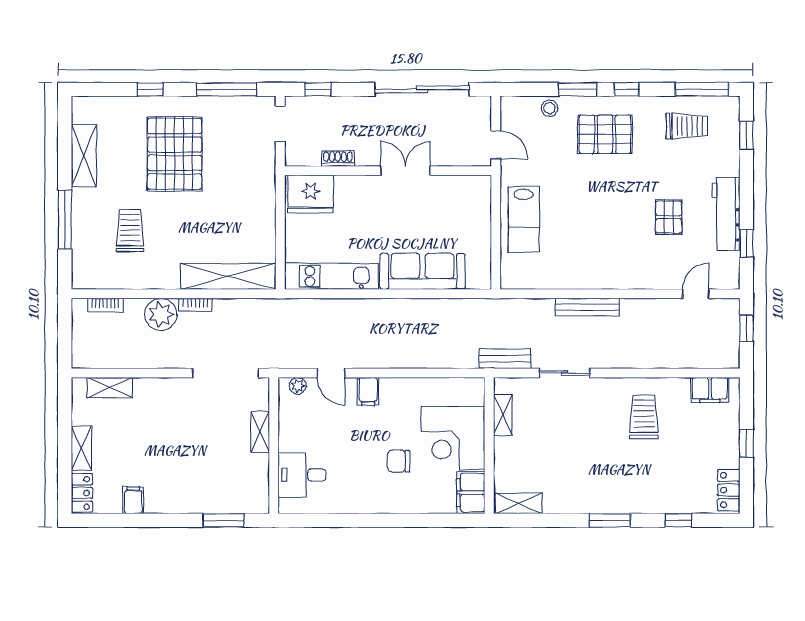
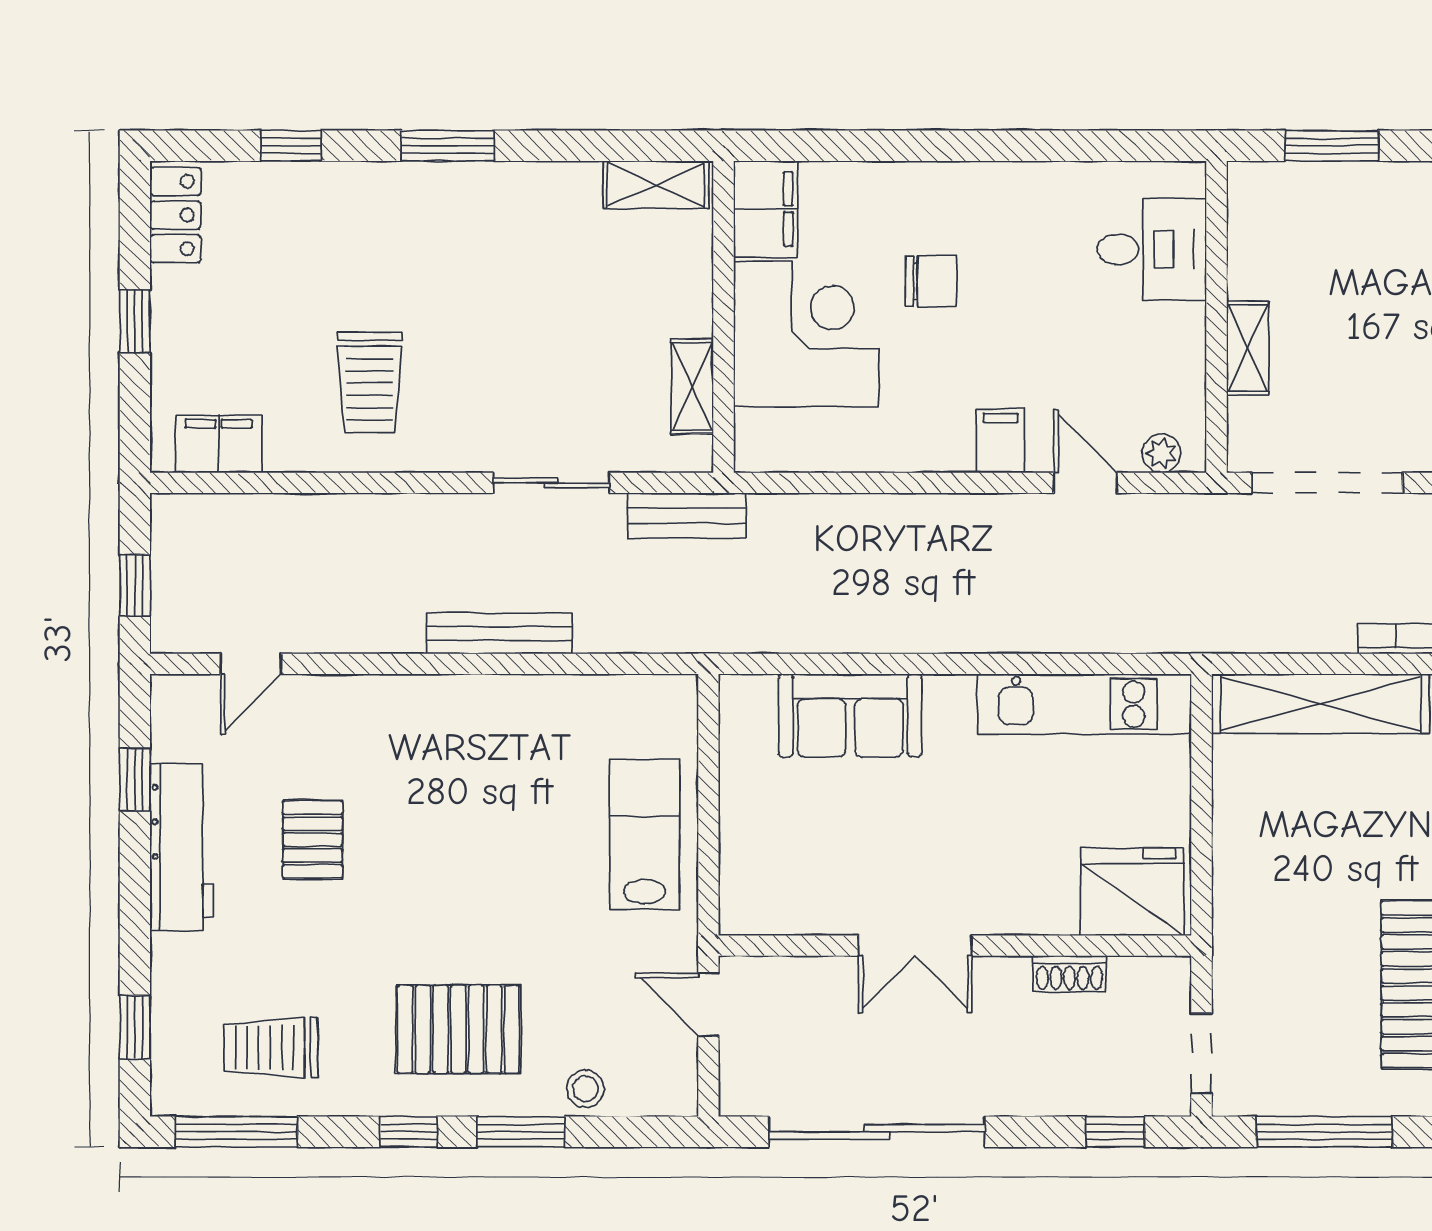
sofa: (422, 271) -> (850, 715), width x0.73

